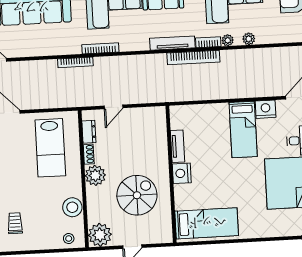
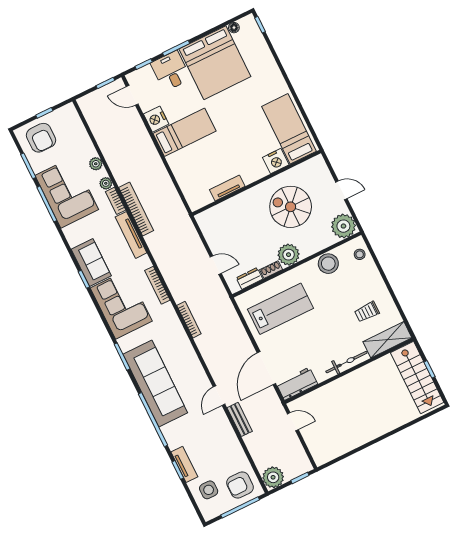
bookcase: (100, 48) -> (157, 285), moved
nightstand: (182, 173) -> (276, 161), moved

